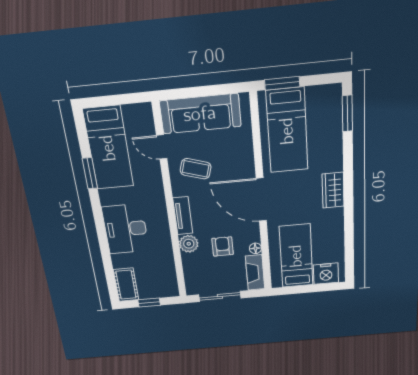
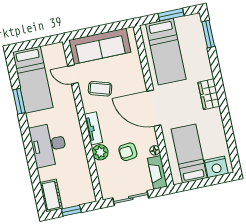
window: (282, 83) -> (171, 15), moved
armchair: (223, 246) -> (128, 152), turned -96

